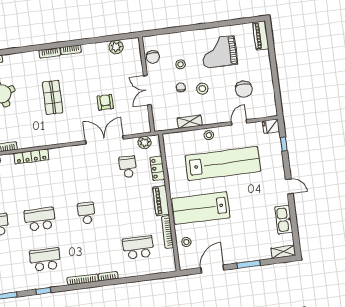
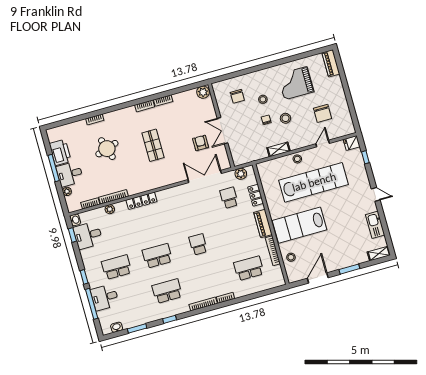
wall: (147, 84) -> (221, 126), moved
double door: (147, 90) -> (223, 131), moved

